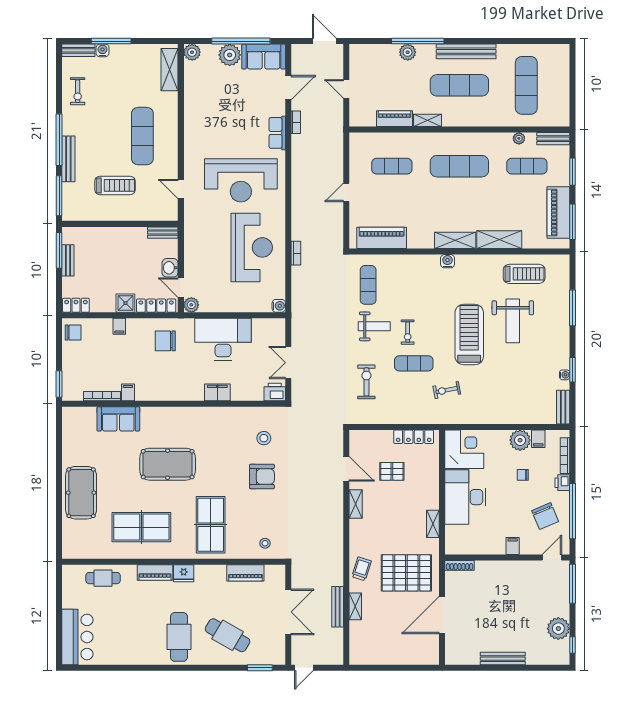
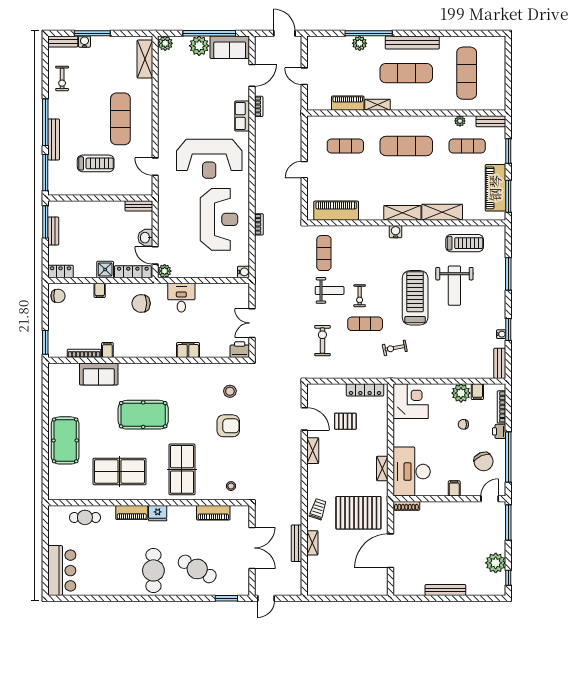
desk: (223, 339) -> (181, 298), width x0.53, depth x0.77
desk: (465, 497) -> (412, 472), moved

